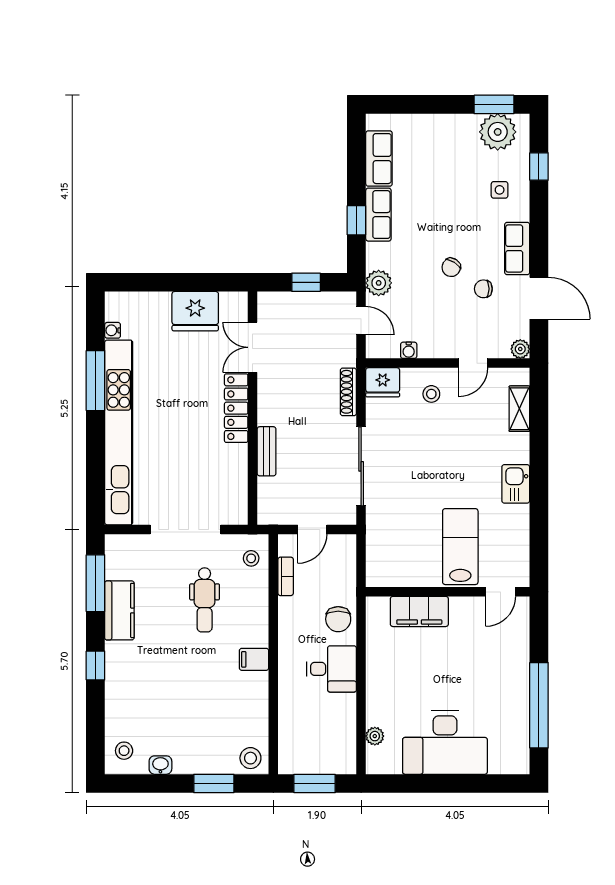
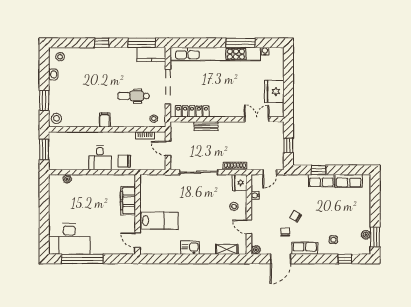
plant: (498, 132) -> (366, 235), width x0.53, depth x0.53
plant: (379, 283) -> (288, 181), removed
locker: (236, 408) -> (192, 111), moved
kitchen counter: (119, 610) -> (151, 55), moved
desk: (445, 743) -> (69, 239), moved, turned -90

